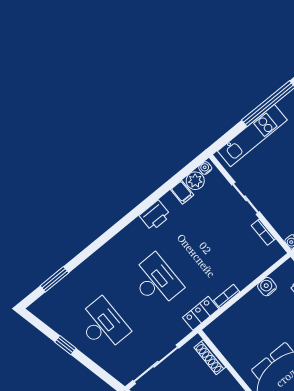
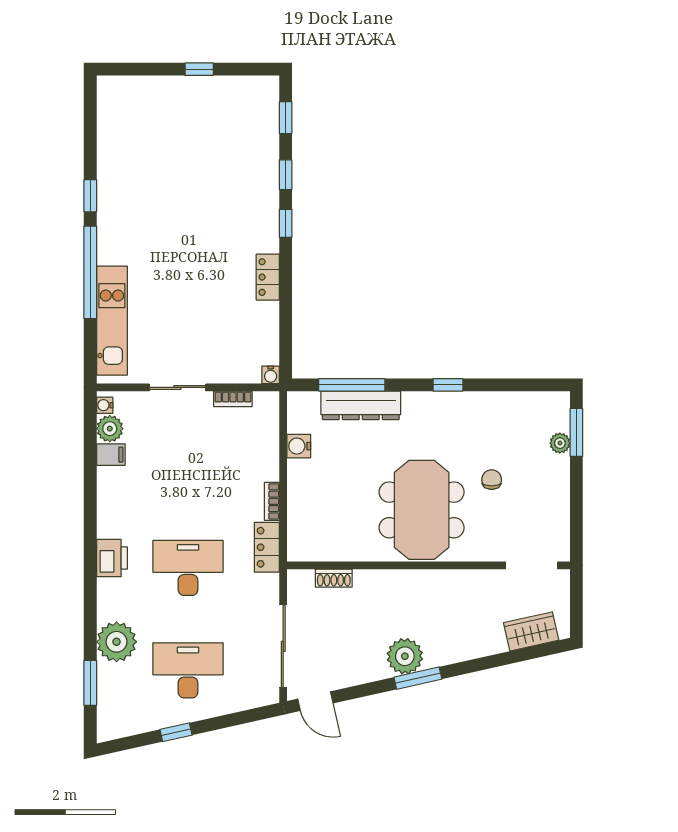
printer: (155, 216) -> (112, 558), moved
plant: (87, 275) -> (117, 642), added
shoe rack: (210, 357) -> (334, 578), width x0.70

